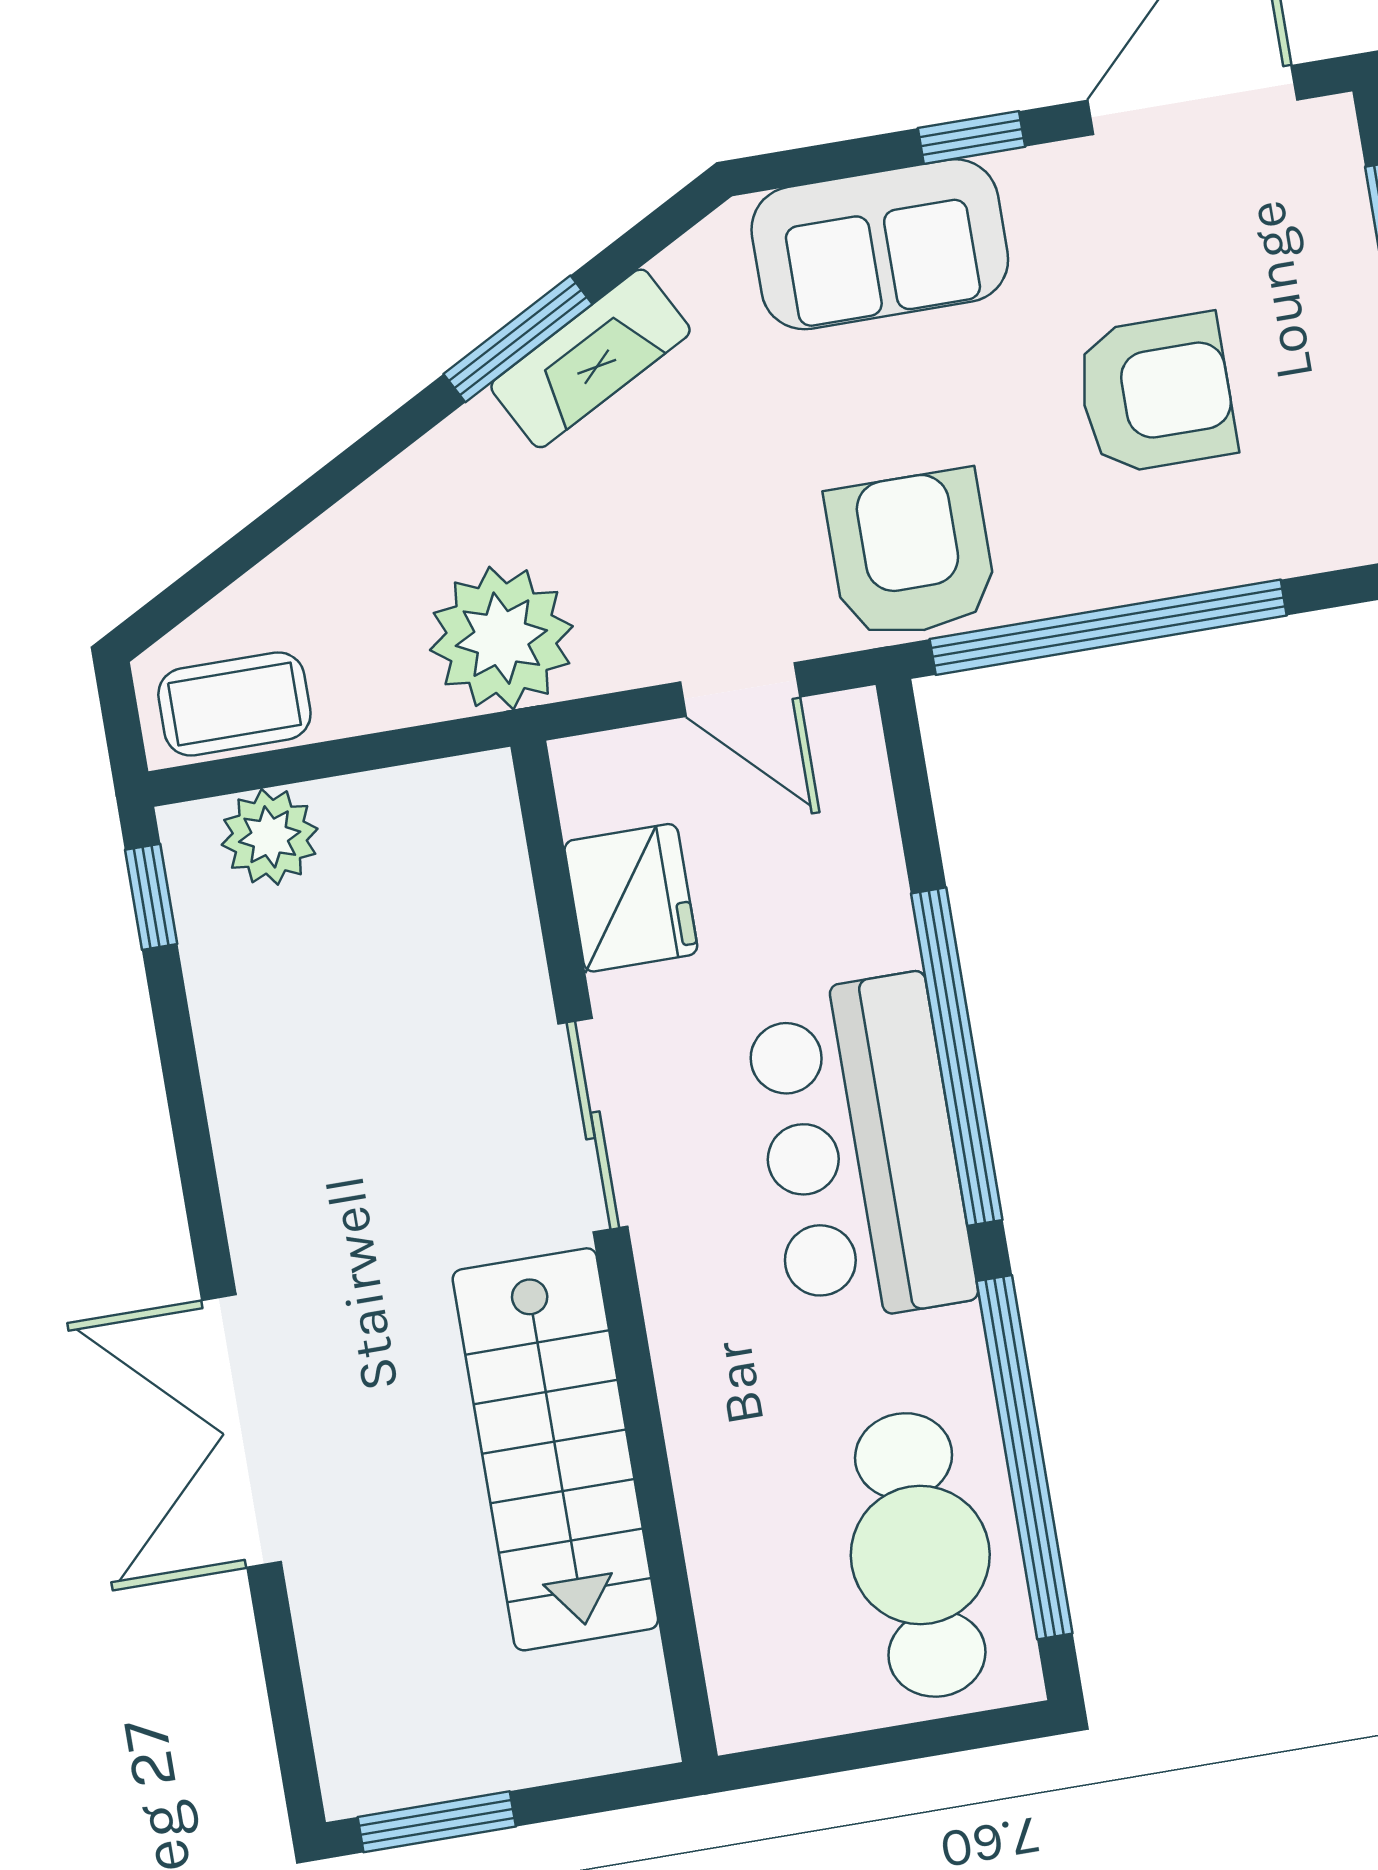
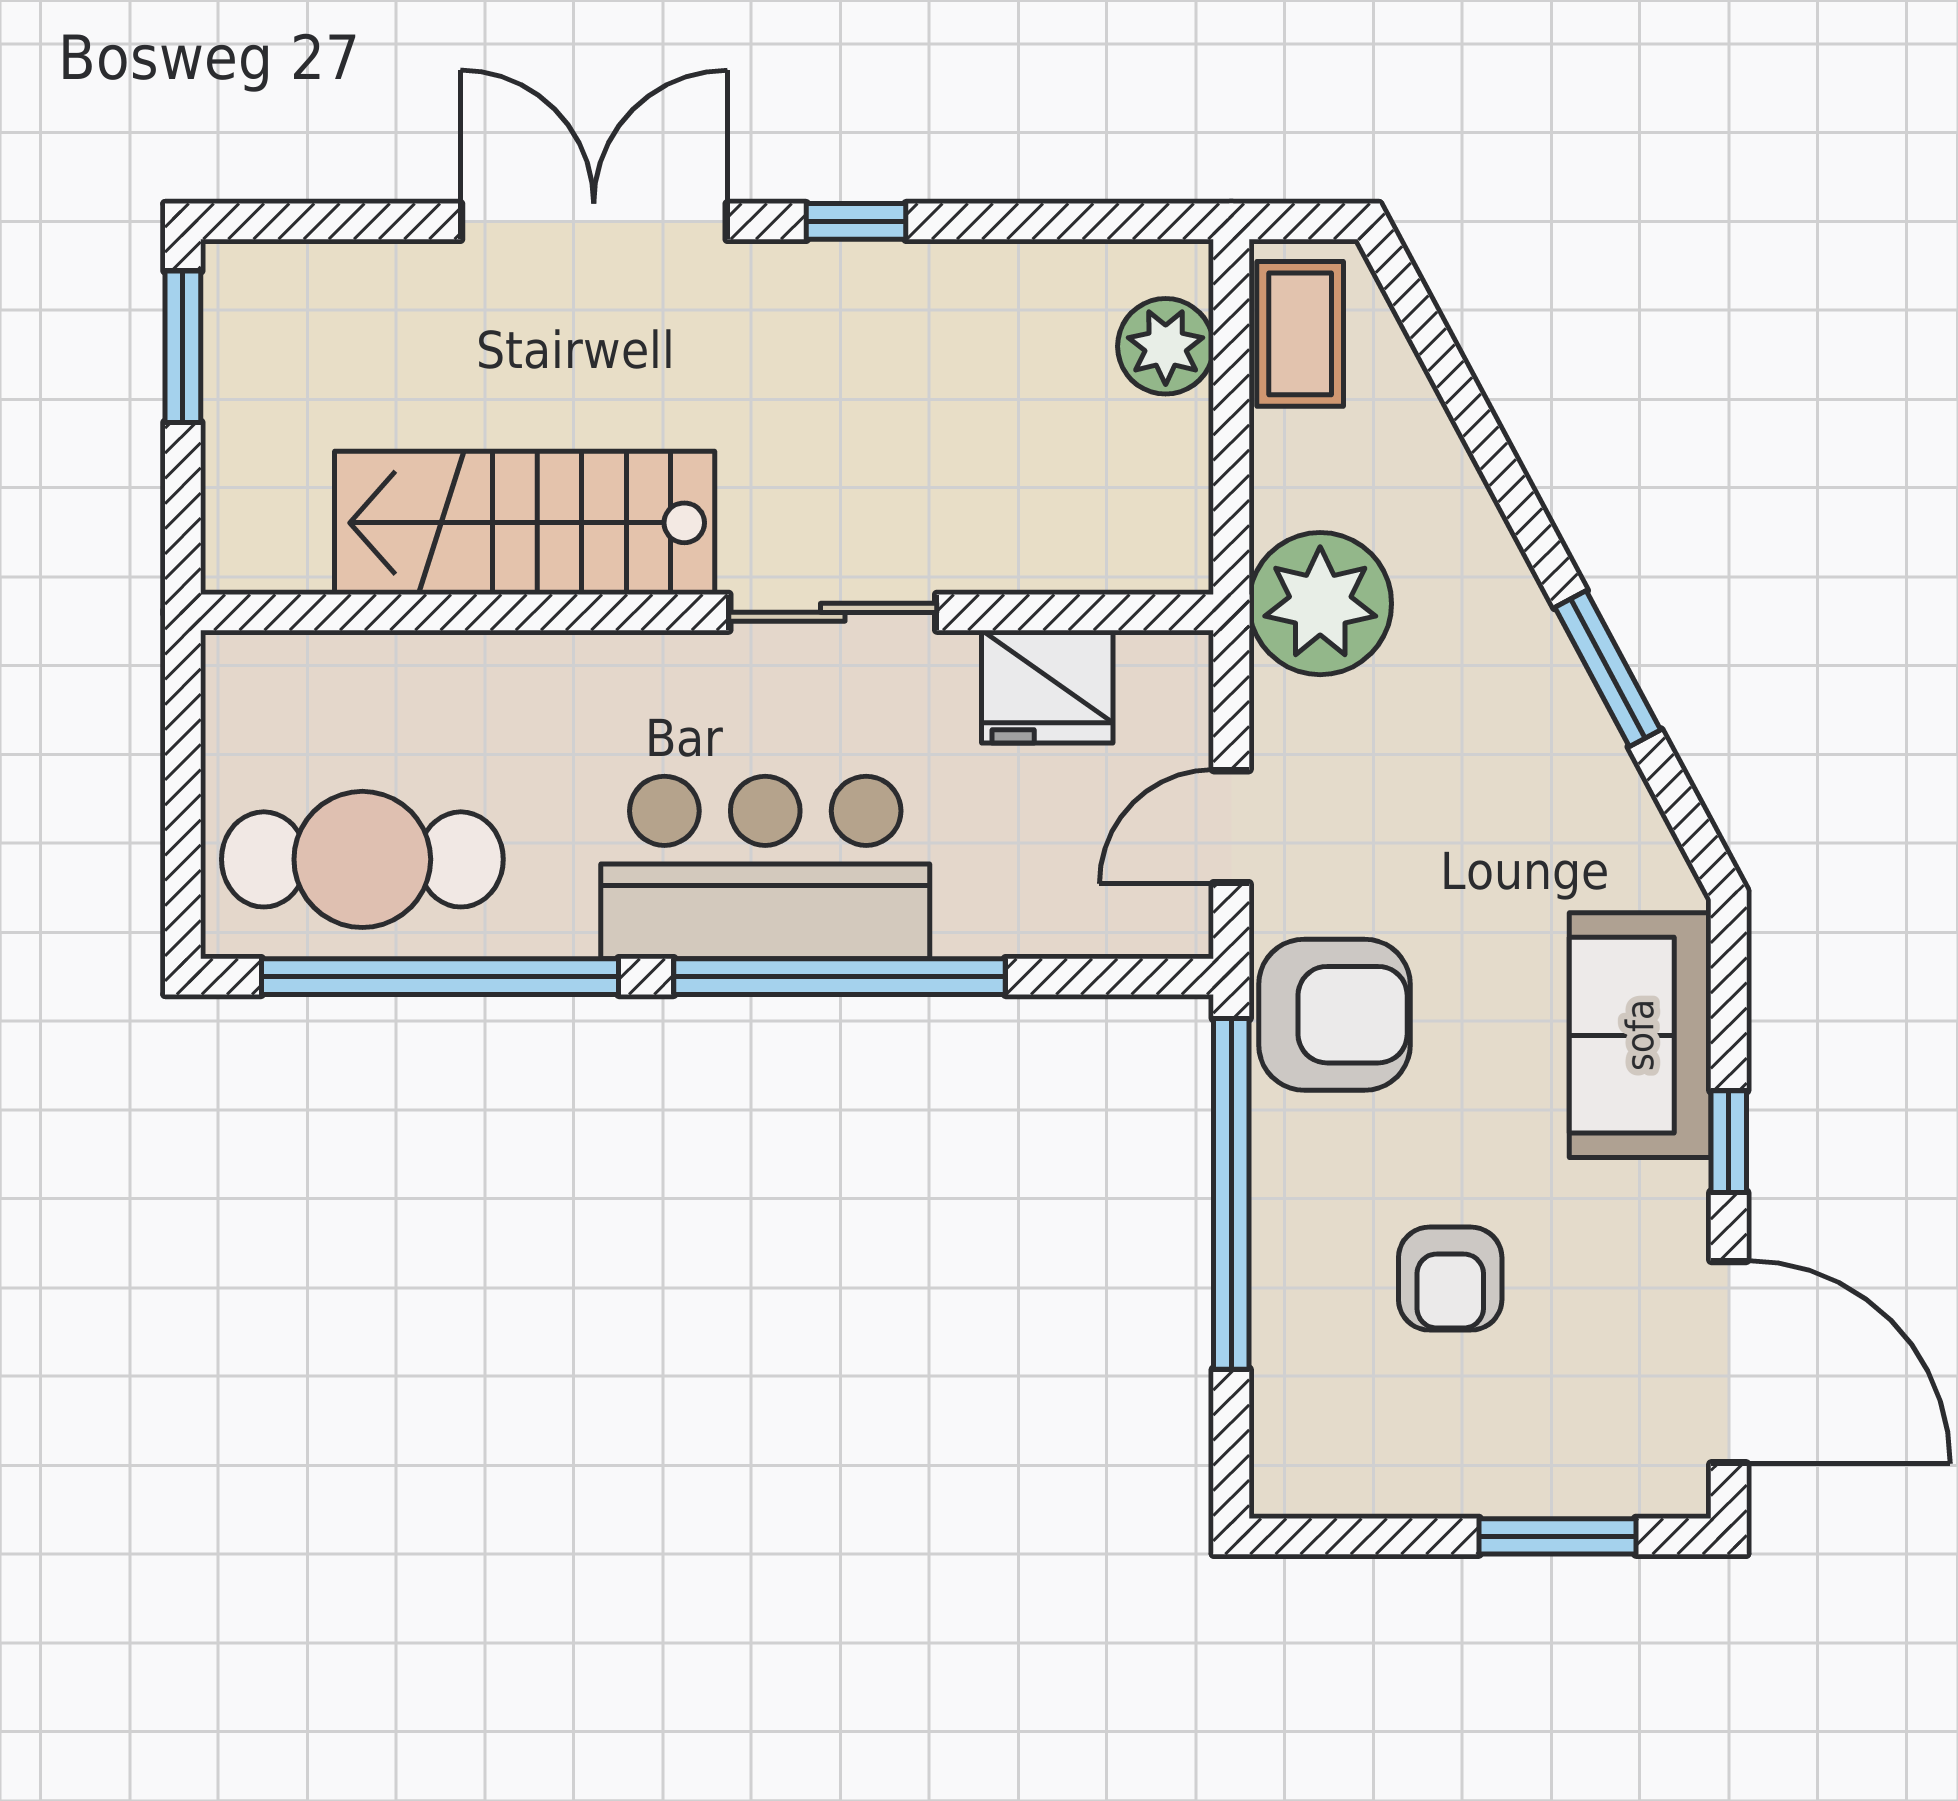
fireplace: (590, 358) -> (1577, 736), removed
armchair: (1156, 393) -> (1450, 1279), width x0.72, depth x0.72
window: (151, 897) -> (856, 221), moved

